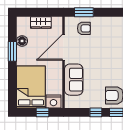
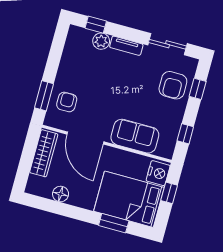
wardrobe: (41, 22) -> (44, 153), width x1.50
window: (12, 51) -> (114, 223), moved
window: (96, 112) -> (185, 134), moved

